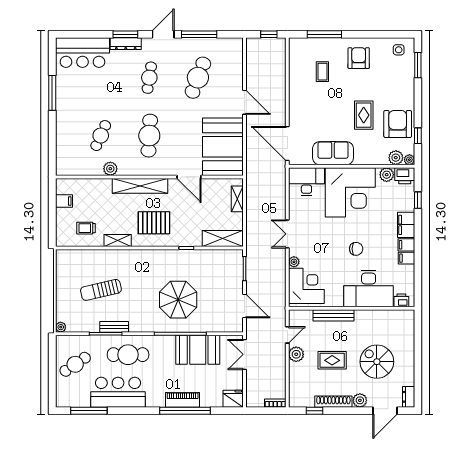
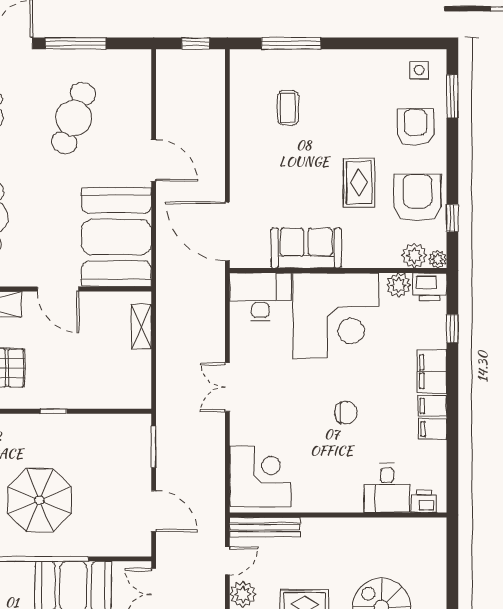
armchair: (359, 58) -> (416, 127), moved
shelving: (223, 238) -> (116, 395), removed
plant: (294, 262) -> (239, 435), removed
desk: (369, 288) -> (387, 488), width x0.53, depth x0.77
bench: (334, 315) -> (265, 527), moved

